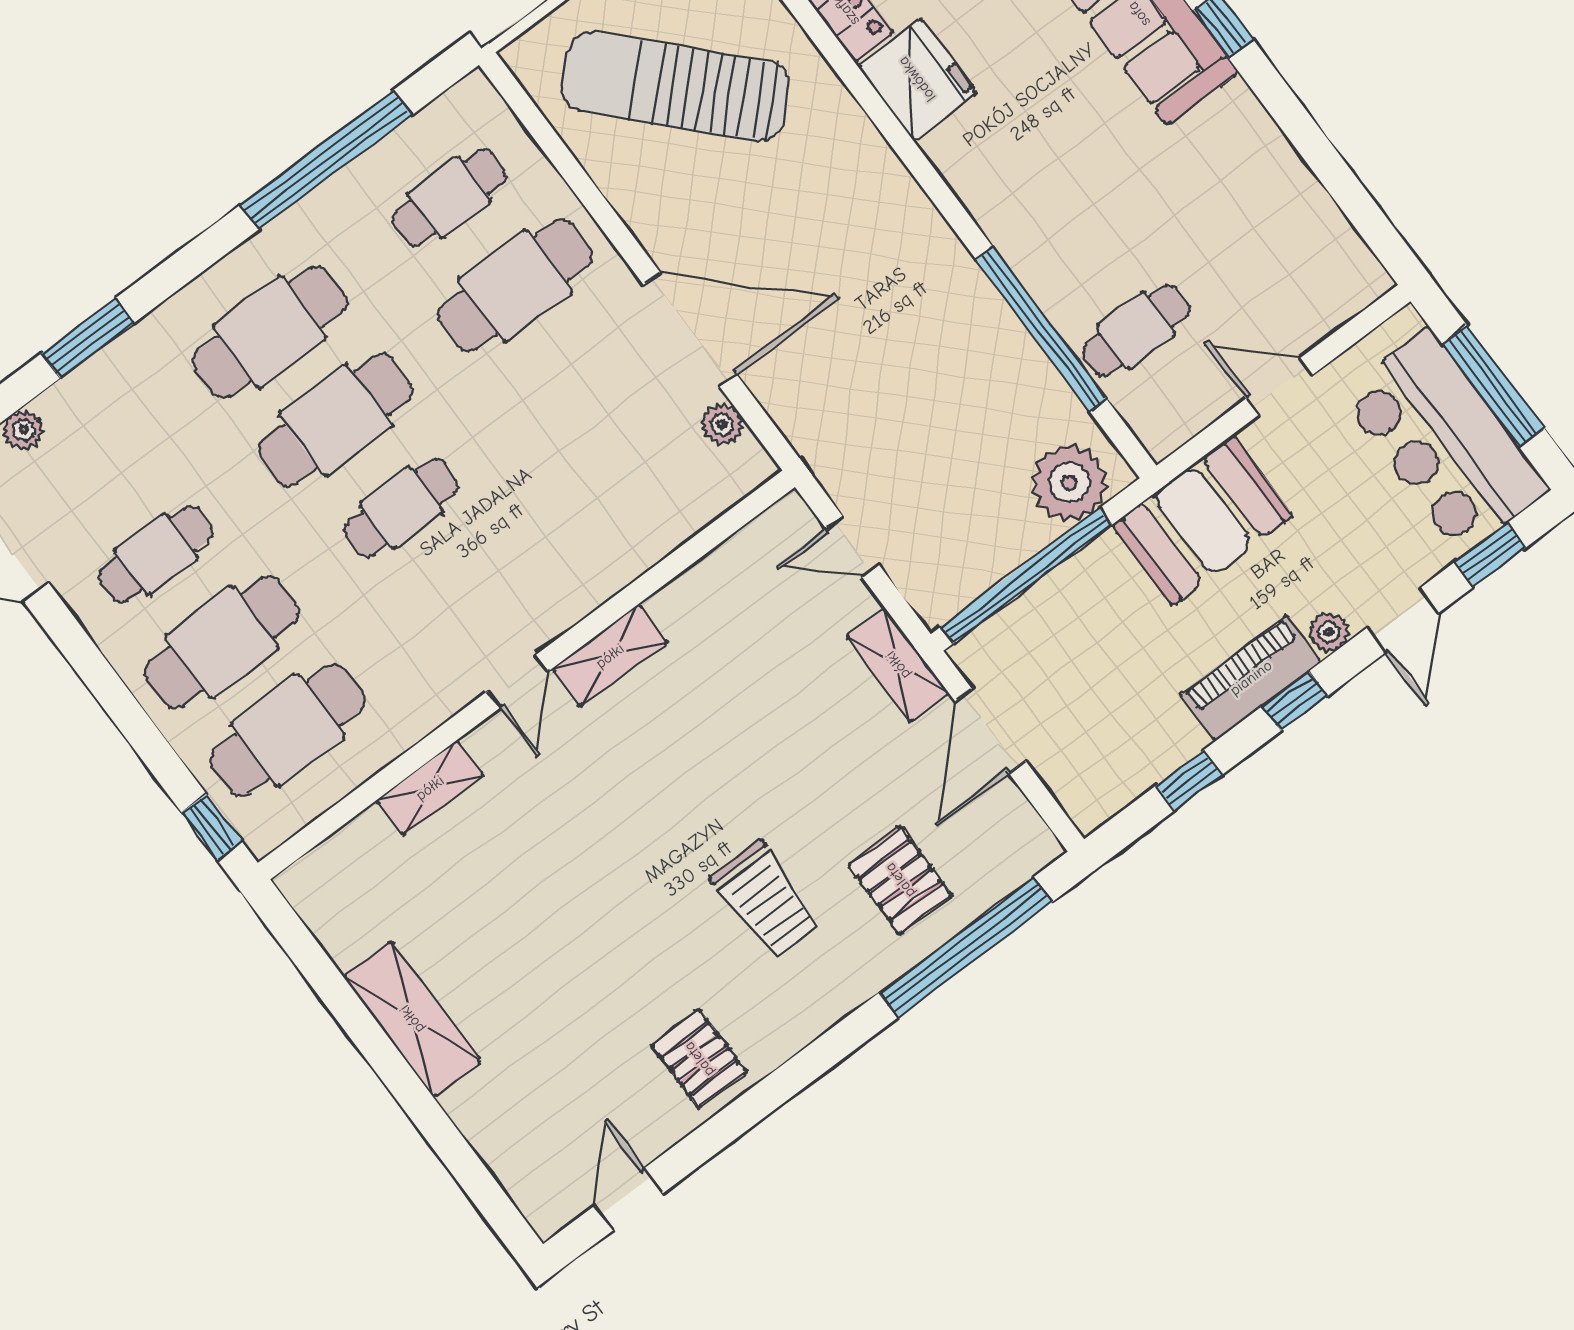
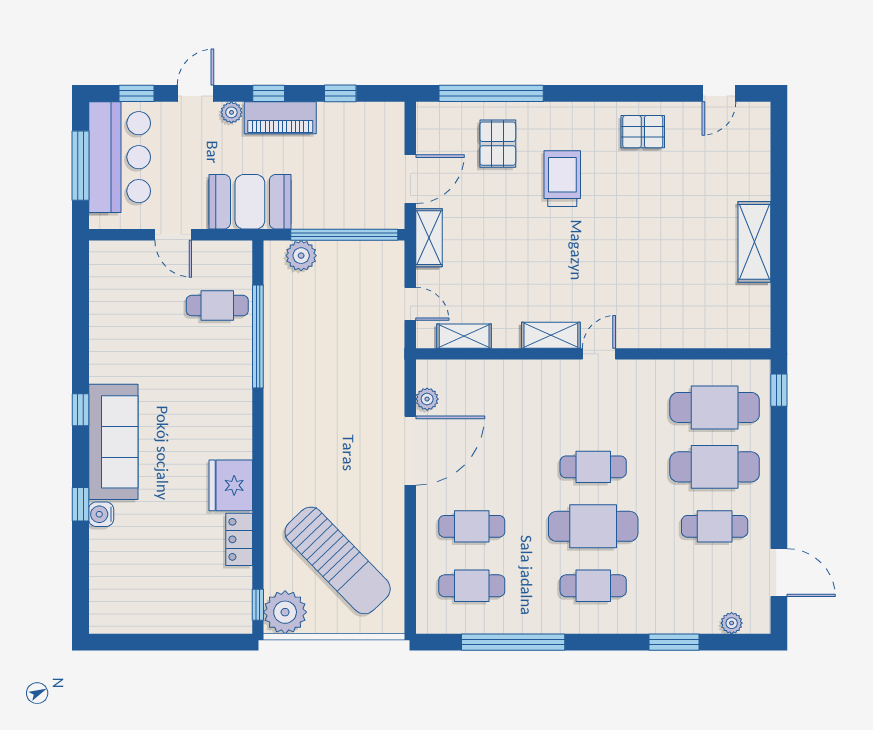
cafe table: (515, 285) -> (472, 526), width x0.73, depth x0.74
door: (690, 329) -> (410, 451), swing flipped
cafe table: (270, 332) -> (593, 586), width x0.73, depth x0.74
plant: (1069, 483) -> (301, 256), width x0.73, depth x0.73
shelving: (430, 788) -> (464, 336), moved
pallet: (699, 1059) -> (643, 132), turned 90

